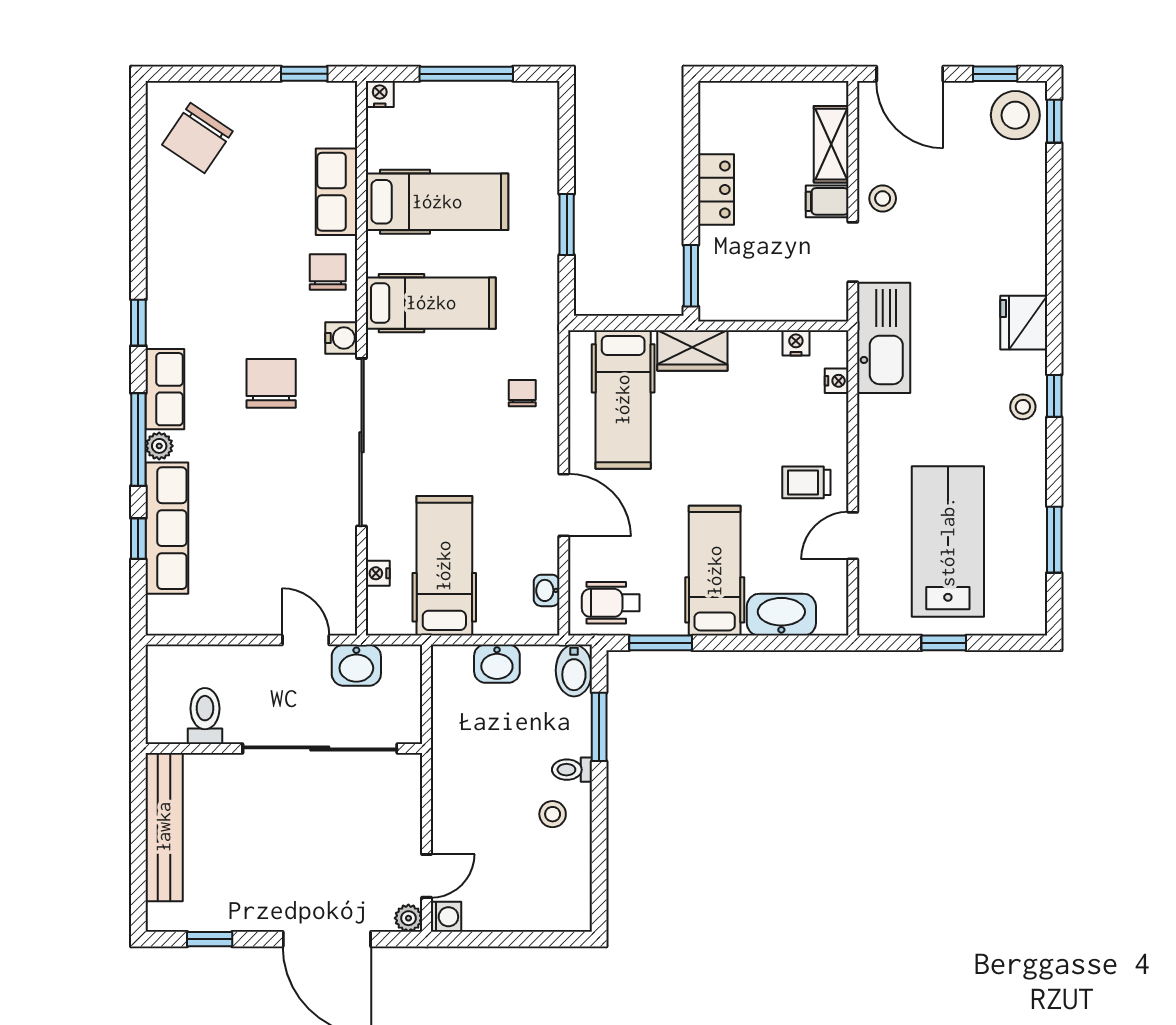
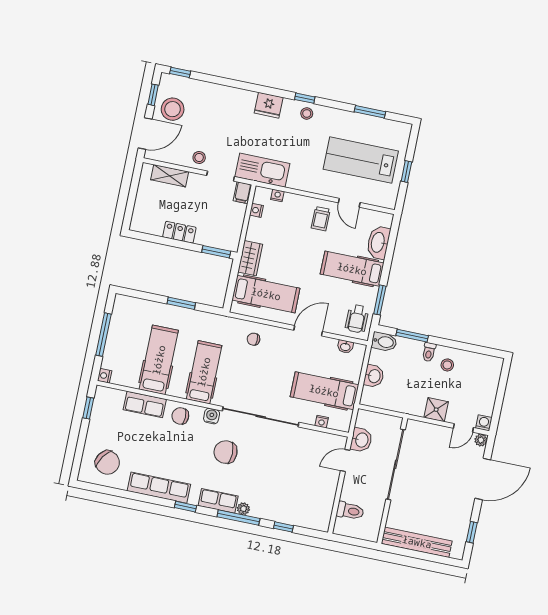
stool: (1015, 115) -> (173, 109), moved
filing cabinet: (827, 201) -> (242, 193), moved
row of seats: (167, 528) -> (159, 488), moved
toilet: (205, 716) -> (350, 511), moved, turned 180
shower: (453, 810) -> (436, 410), added
door: (427, 876) -> (463, 428), swing flipped

